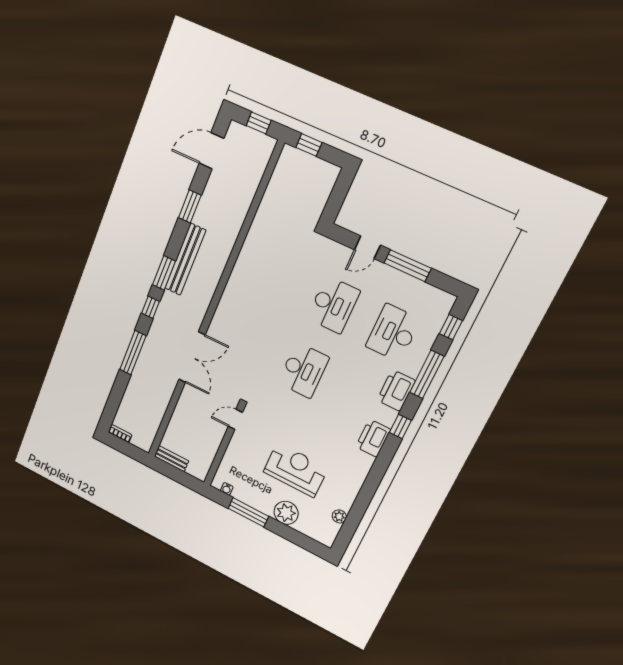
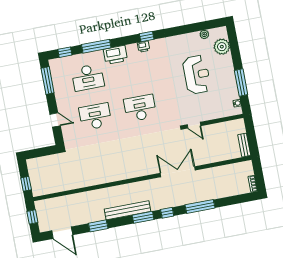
window: (408, 266) -> (48, 80), moved
window: (400, 427) -> (147, 37), moved
printer: (373, 438) -> (144, 47), width x0.53, depth x0.68
reception desk: (296, 470) -> (197, 75), turned 180
plant: (286, 513) -> (222, 47), moved

